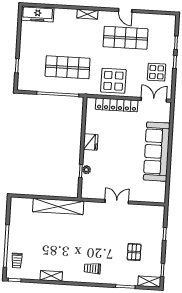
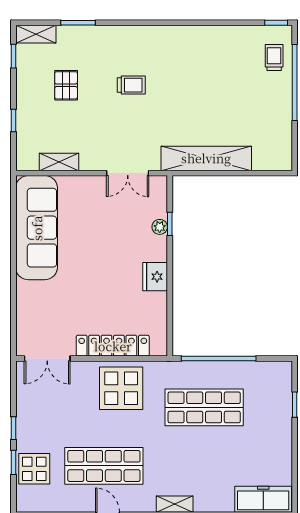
display table: (157, 72) -> (34, 469), moved
sofa: (157, 152) -> (37, 228), moved
double door: (117, 202) -> (128, 173), moved
trolley: (92, 268) -> (131, 85), moved
shelving: (51, 276) -> (59, 162), moved

